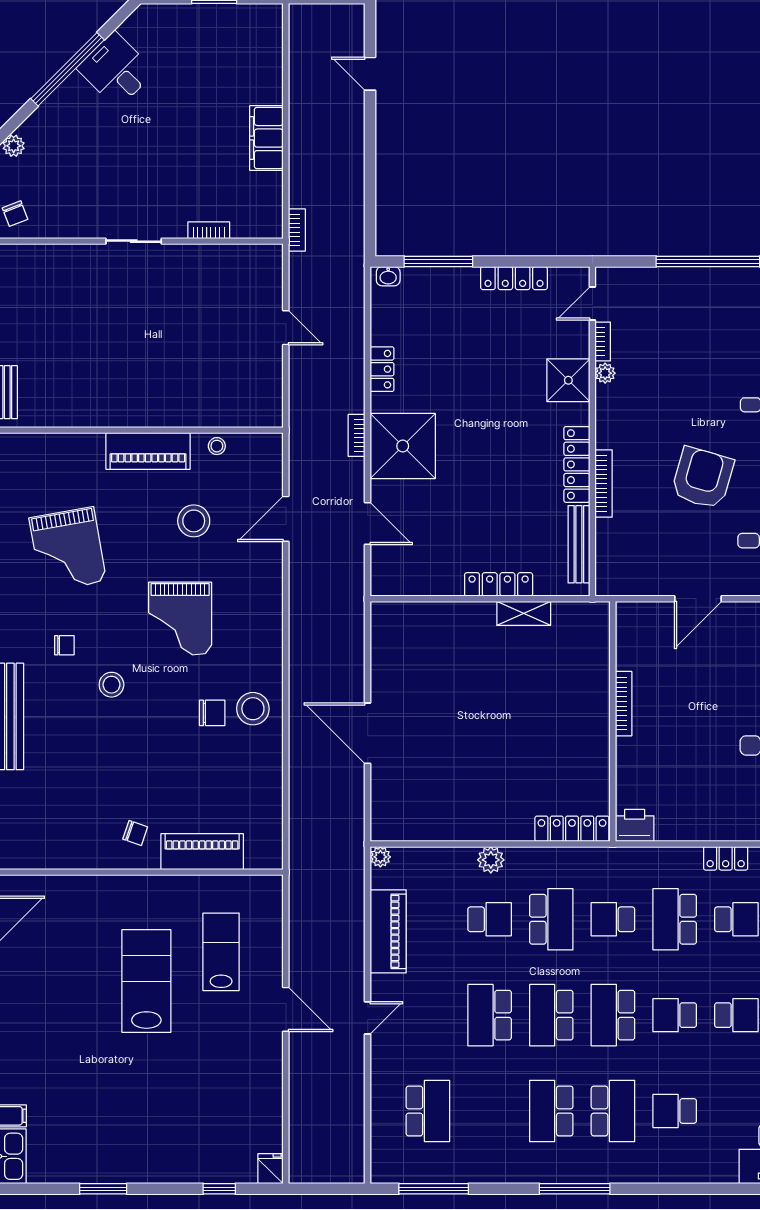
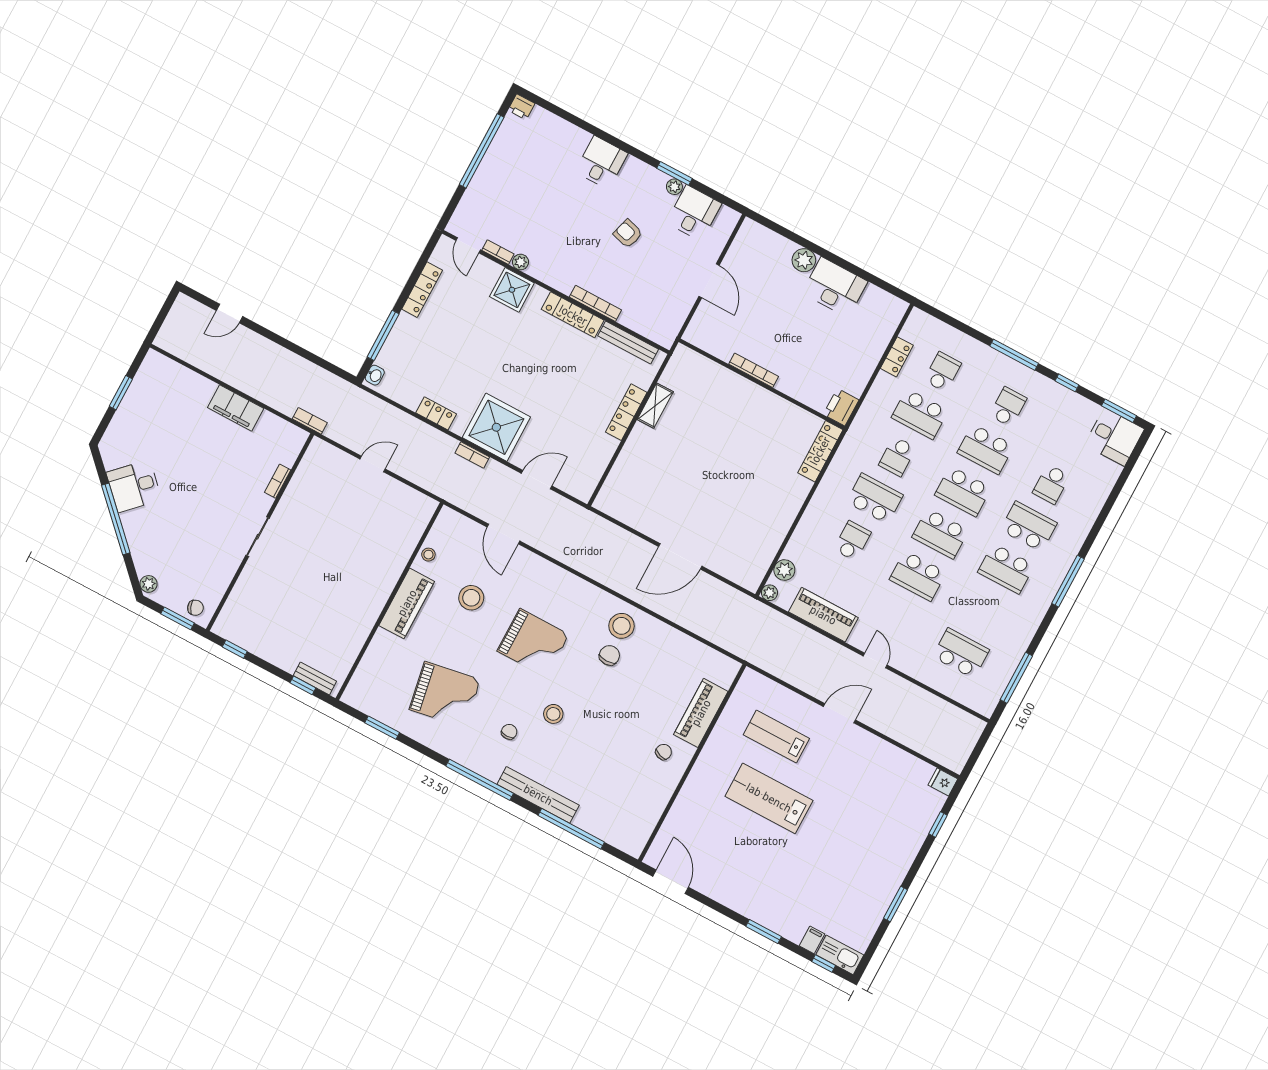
armchair: (702, 478) -> (628, 234), width x0.53, depth x0.53
plant: (491, 860) -> (784, 570), moved
school desk: (675, 1015) -> (986, 449), width x1.85

